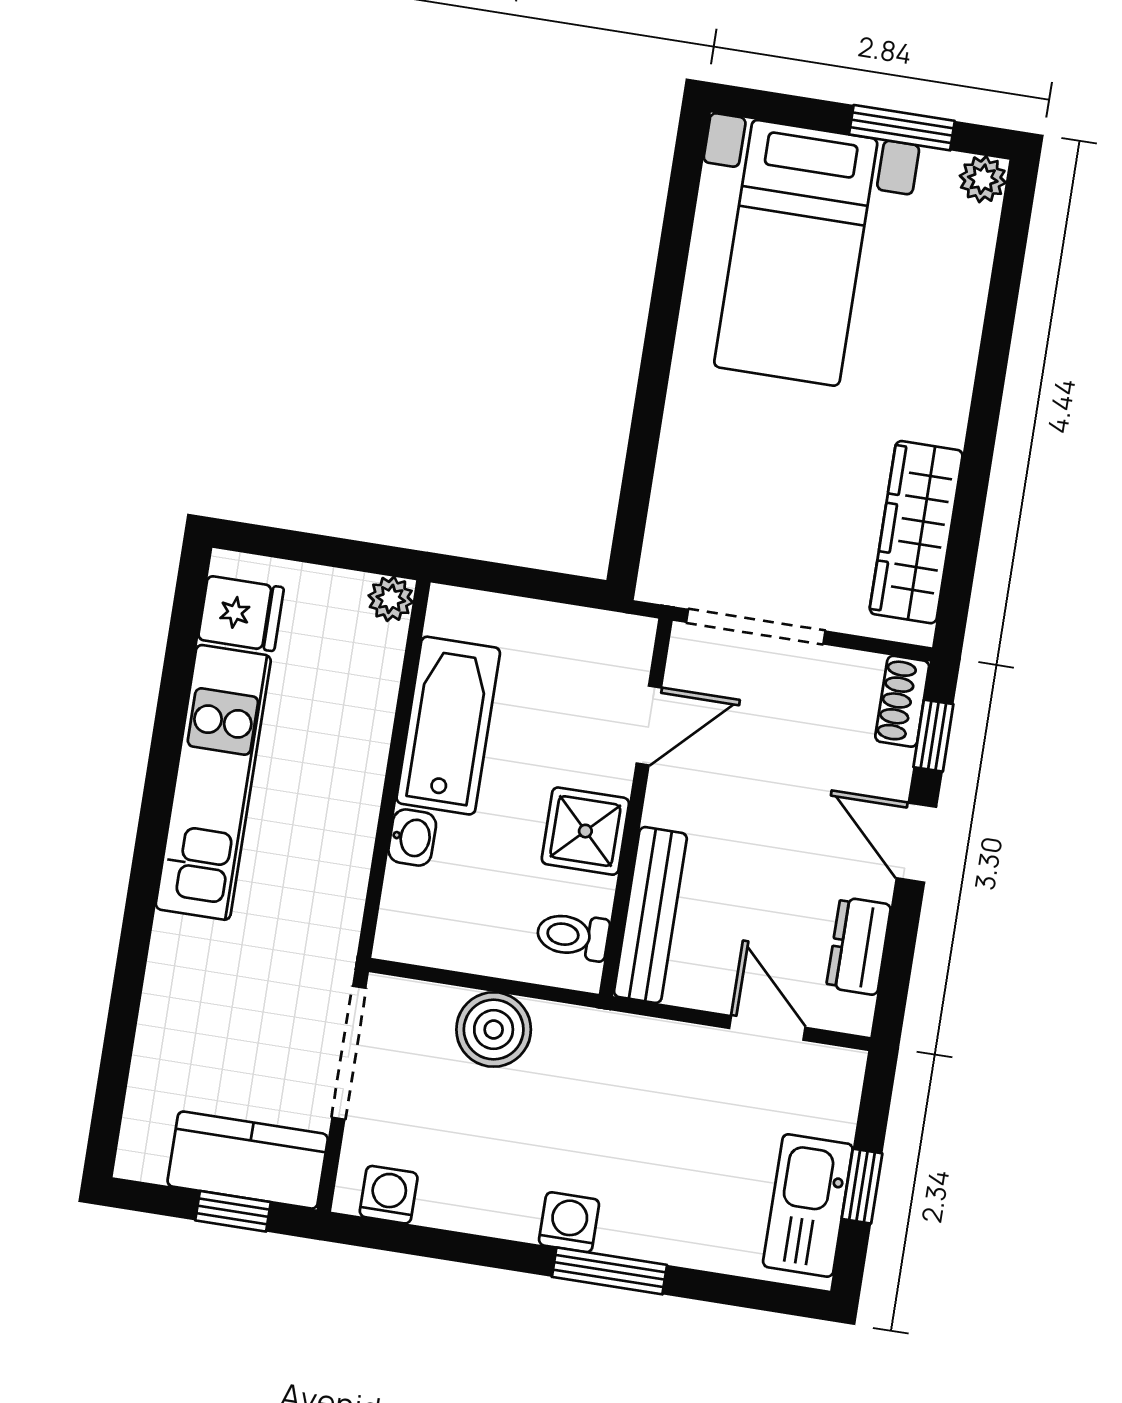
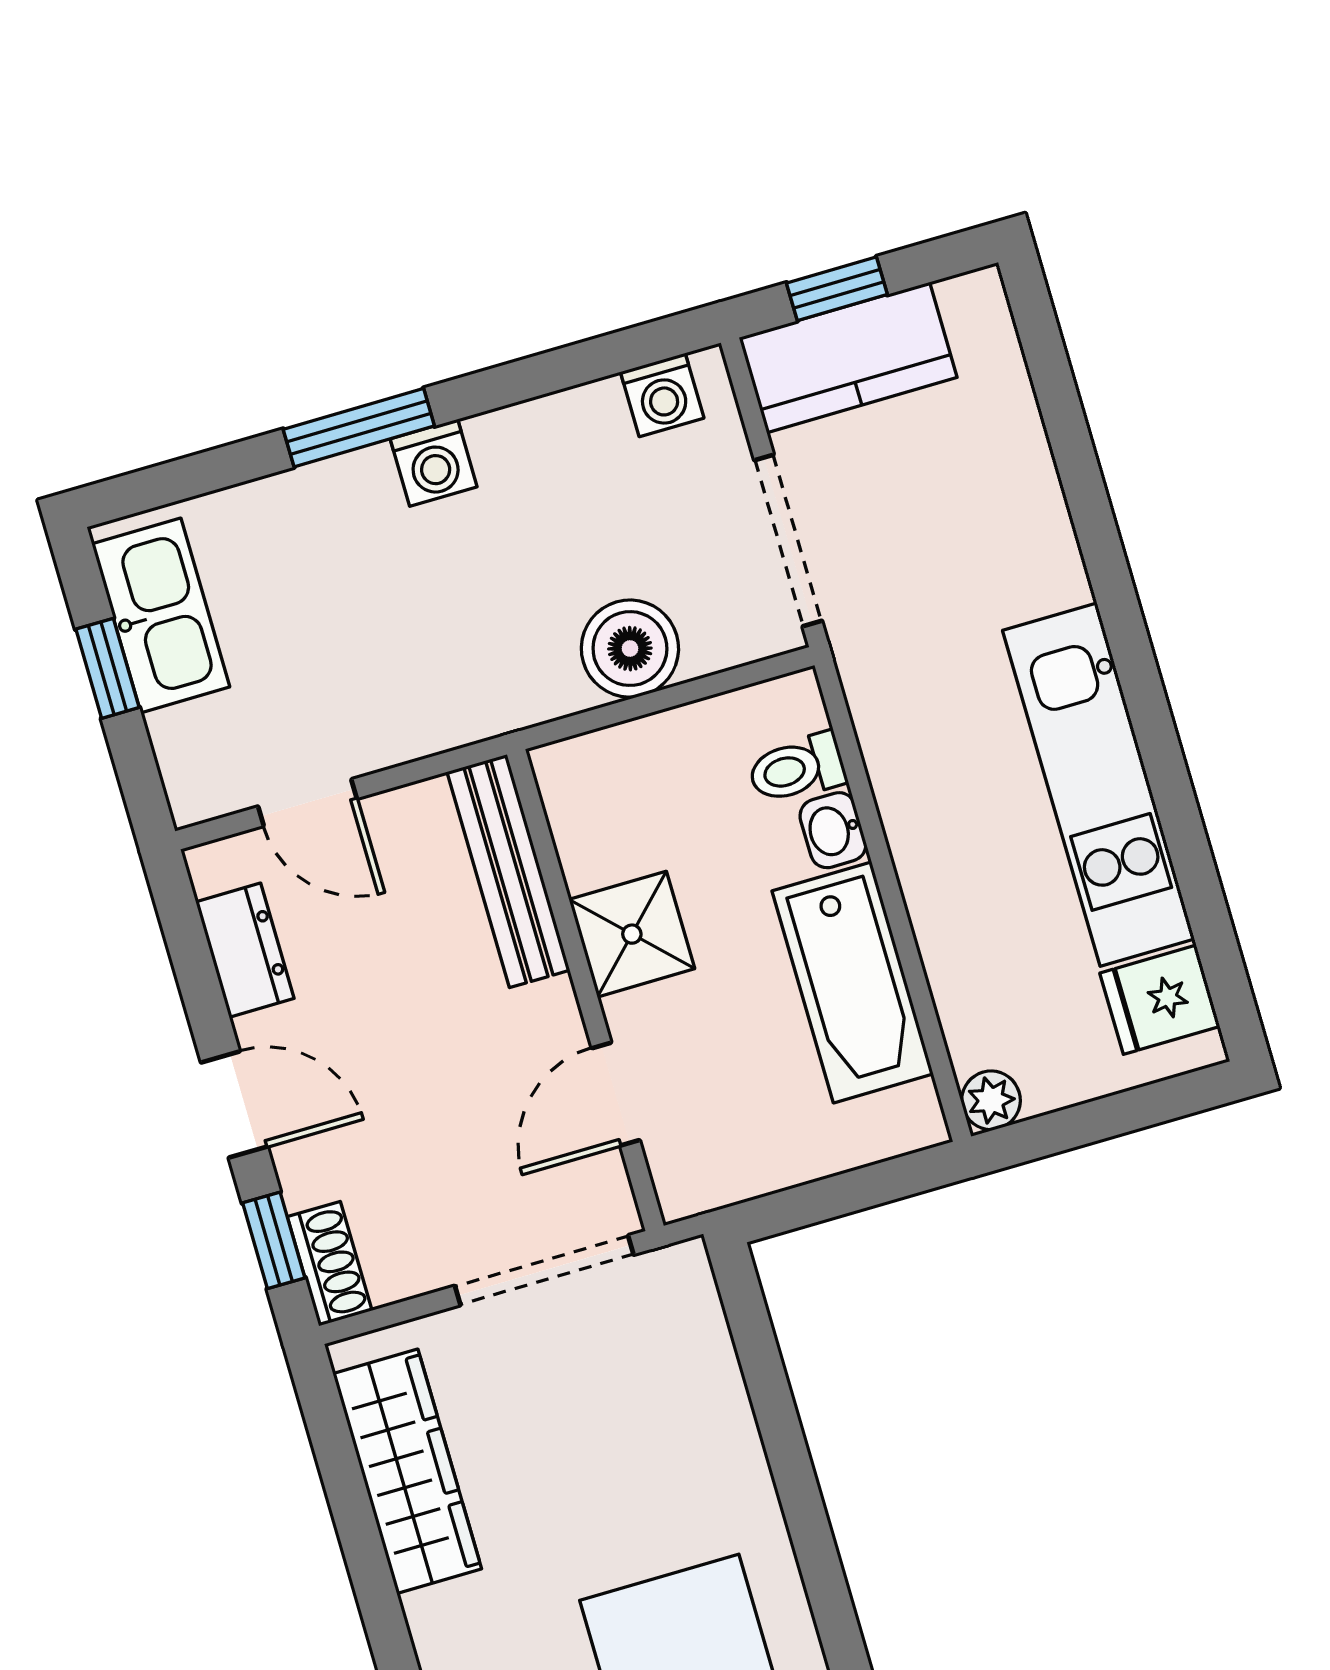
toilet: (573, 936) -> (797, 768), moved, turned 180

